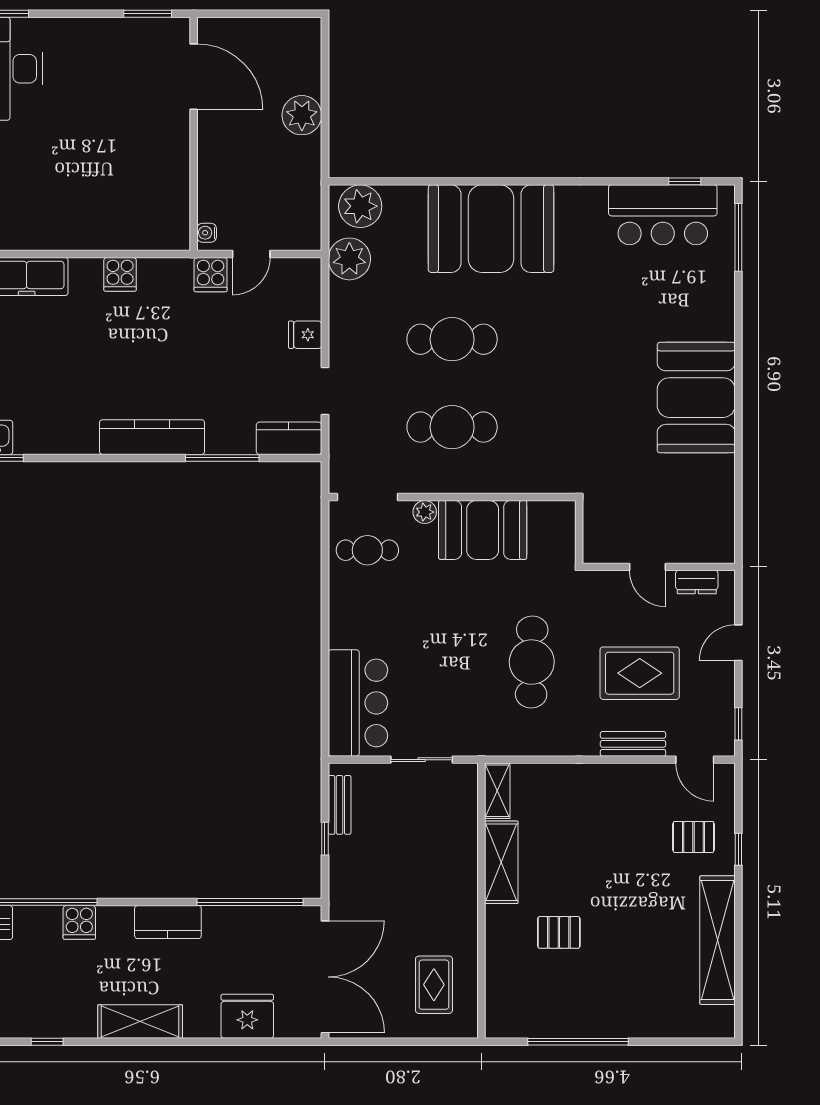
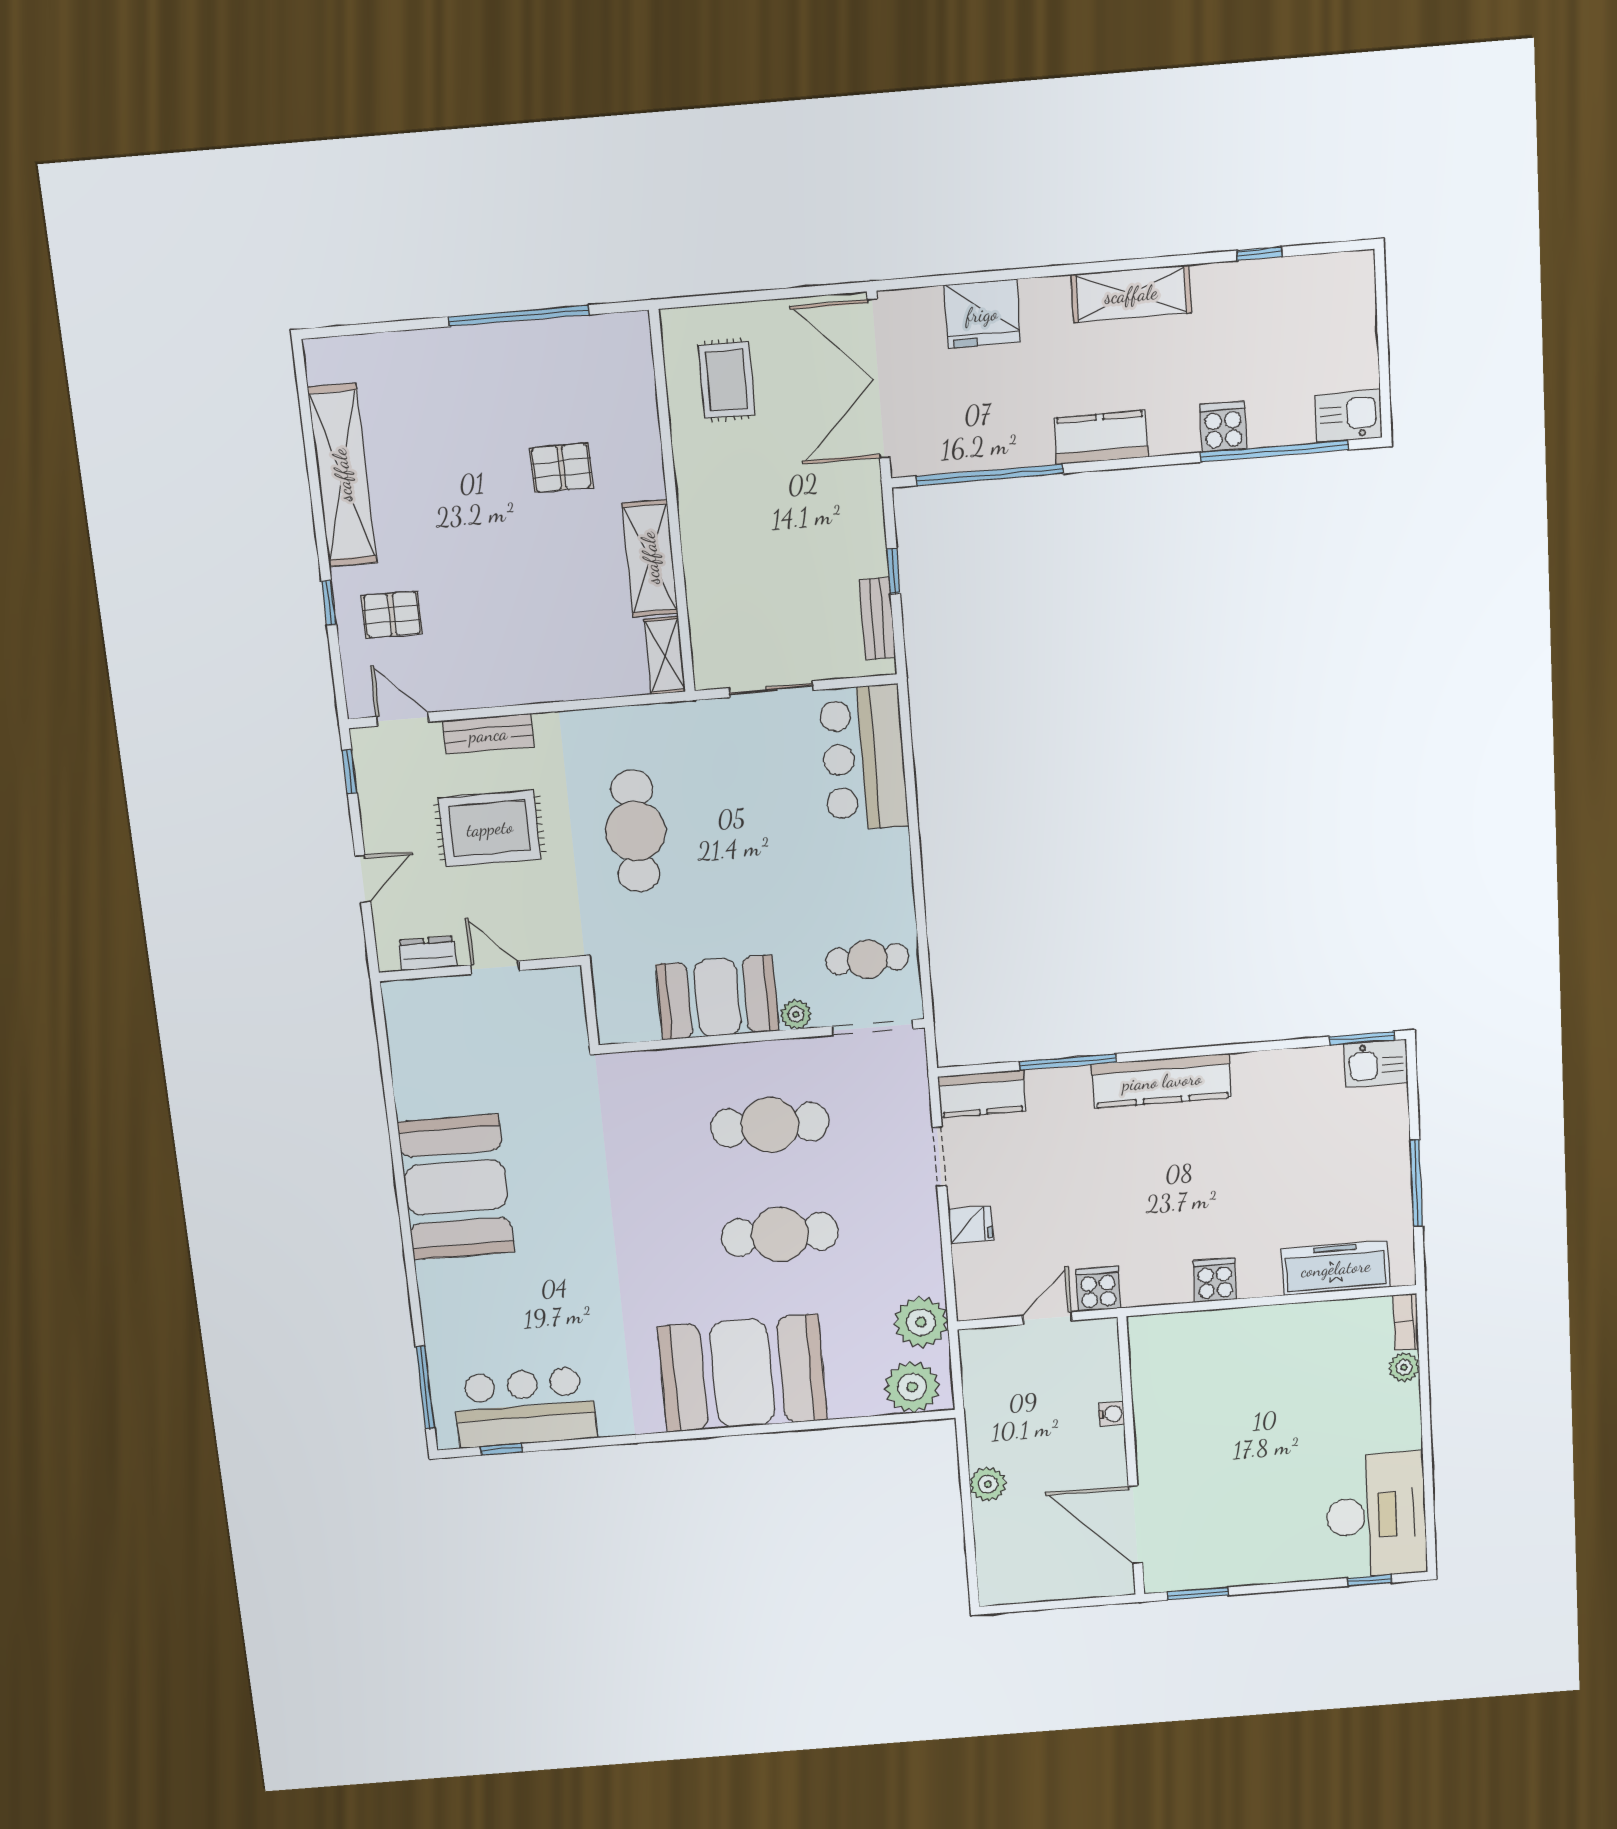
plant: (302, 115) -> (988, 1484), width x0.73, depth x0.73
water cooler: (207, 233) -> (1112, 1414), moved

